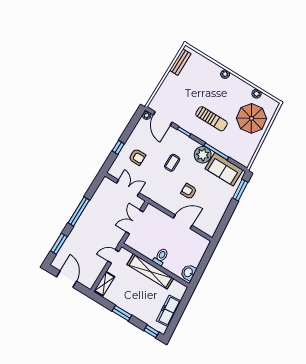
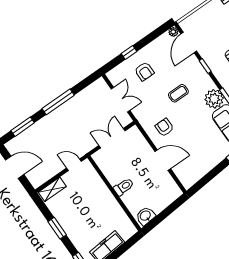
armchair: (189, 191) -> (164, 127), moved
shelving: (150, 271) -> (106, 197), removed
door: (67, 279) -> (15, 167), hinge flipped

